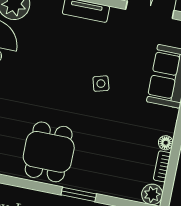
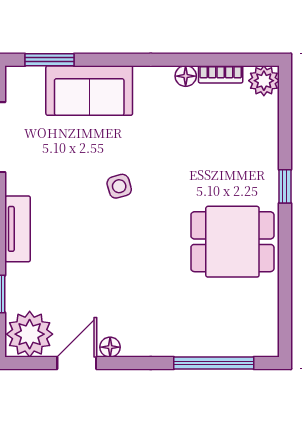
window: (79, 194) -> (285, 186), width x0.67

